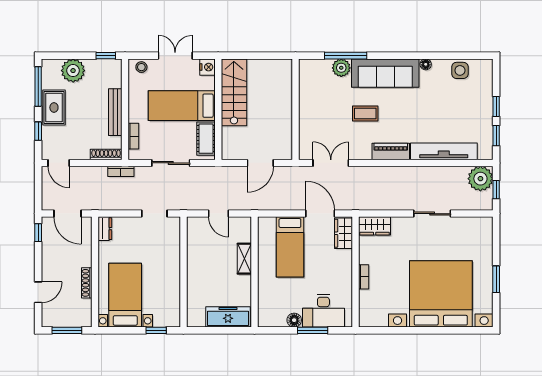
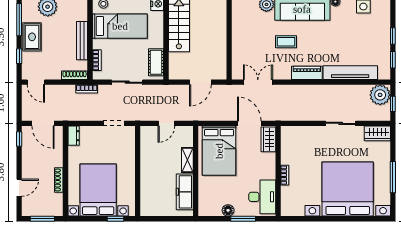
bed: (182, 106) -> (120, 26), moved, turned 180
door: (219, 214) -> (166, 123), hinge flipped
wardrobe: (375, 226) -> (377, 133), moved
bed: (290, 247) -> (219, 151), width x1.50
window: (496, 279) -> (393, 177), width x1.44
bed with nightstands: (125, 295) -> (98, 190), width x1.36
desk: (323, 311) -> (262, 197), moved, turned -90
freezer: (228, 317) -> (185, 192), moved, turned -90

